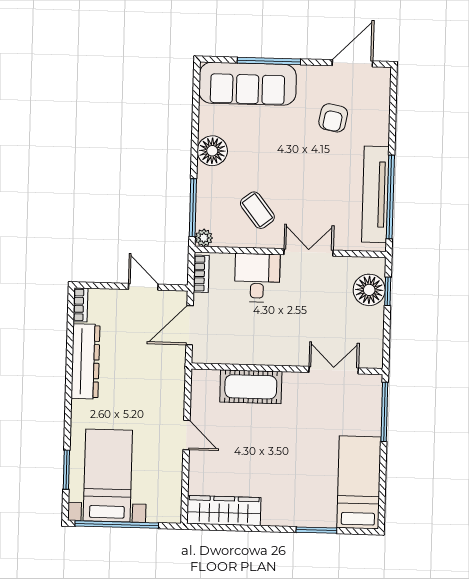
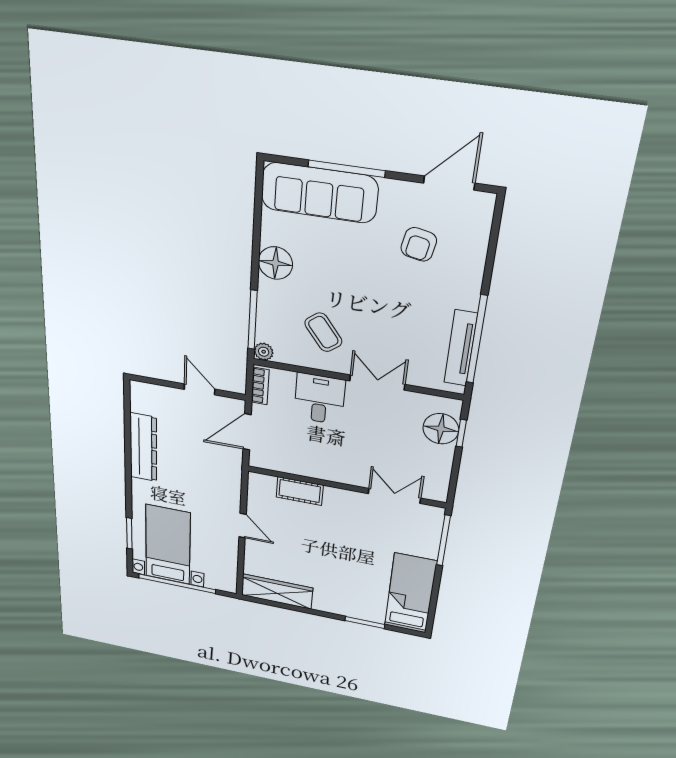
tv unit: (375, 194) -> (461, 348), width x0.73, depth x0.78
bookcase: (81, 305) -> (137, 396), removed
cot: (251, 387) -> (300, 491), width x0.73, depth x0.75

